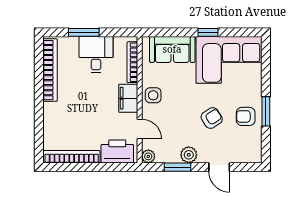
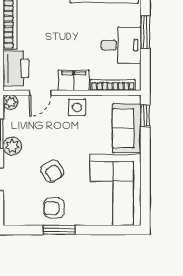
window: (208, 32) -> (145, 116), moved
armchair: (246, 116) -> (54, 208), turned -90

